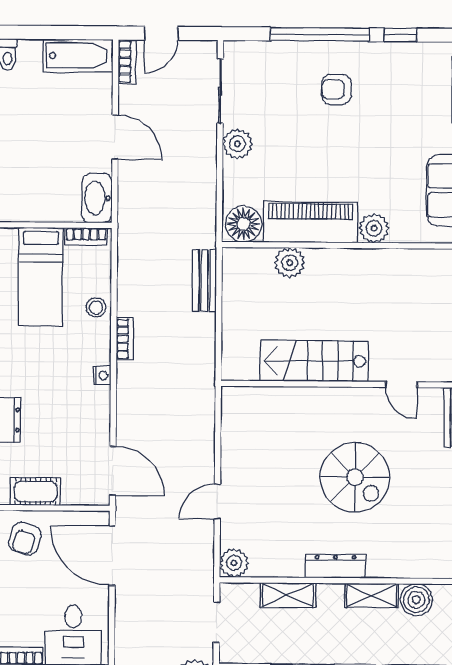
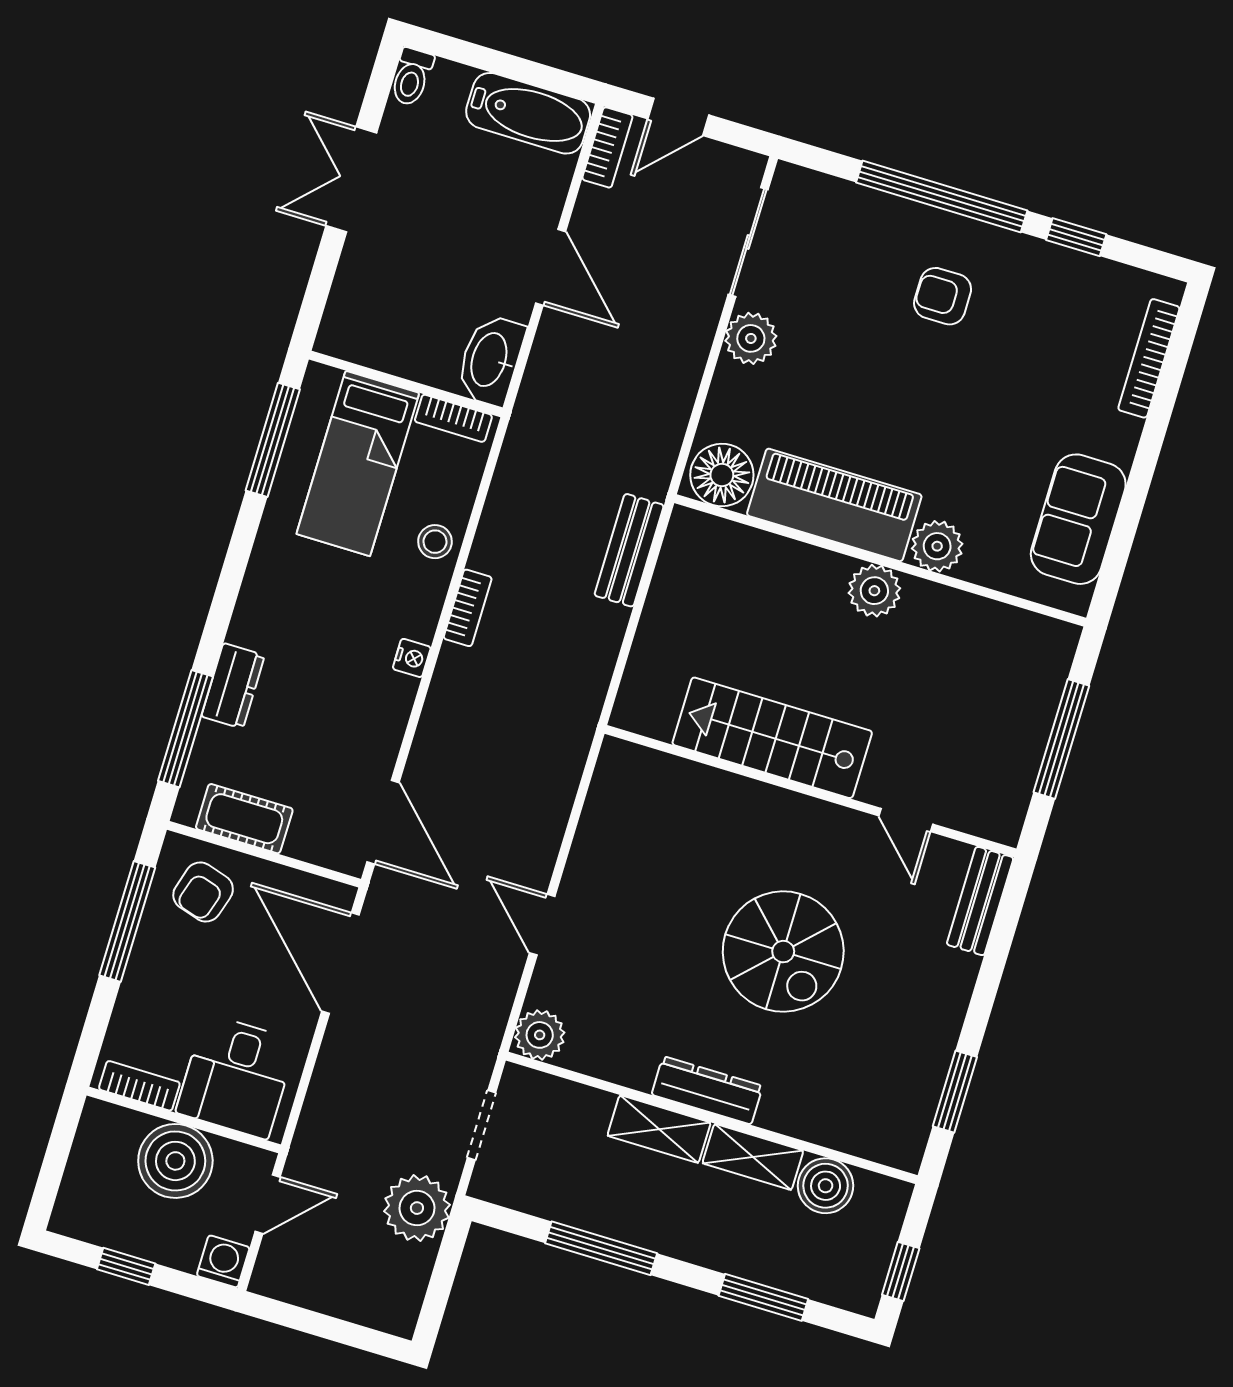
plant: (290, 263) -> (874, 591), moved
door: (217, 502) -> (542, 925), hinge flipped
shelving: (288, 595) -> (659, 1129), moved

